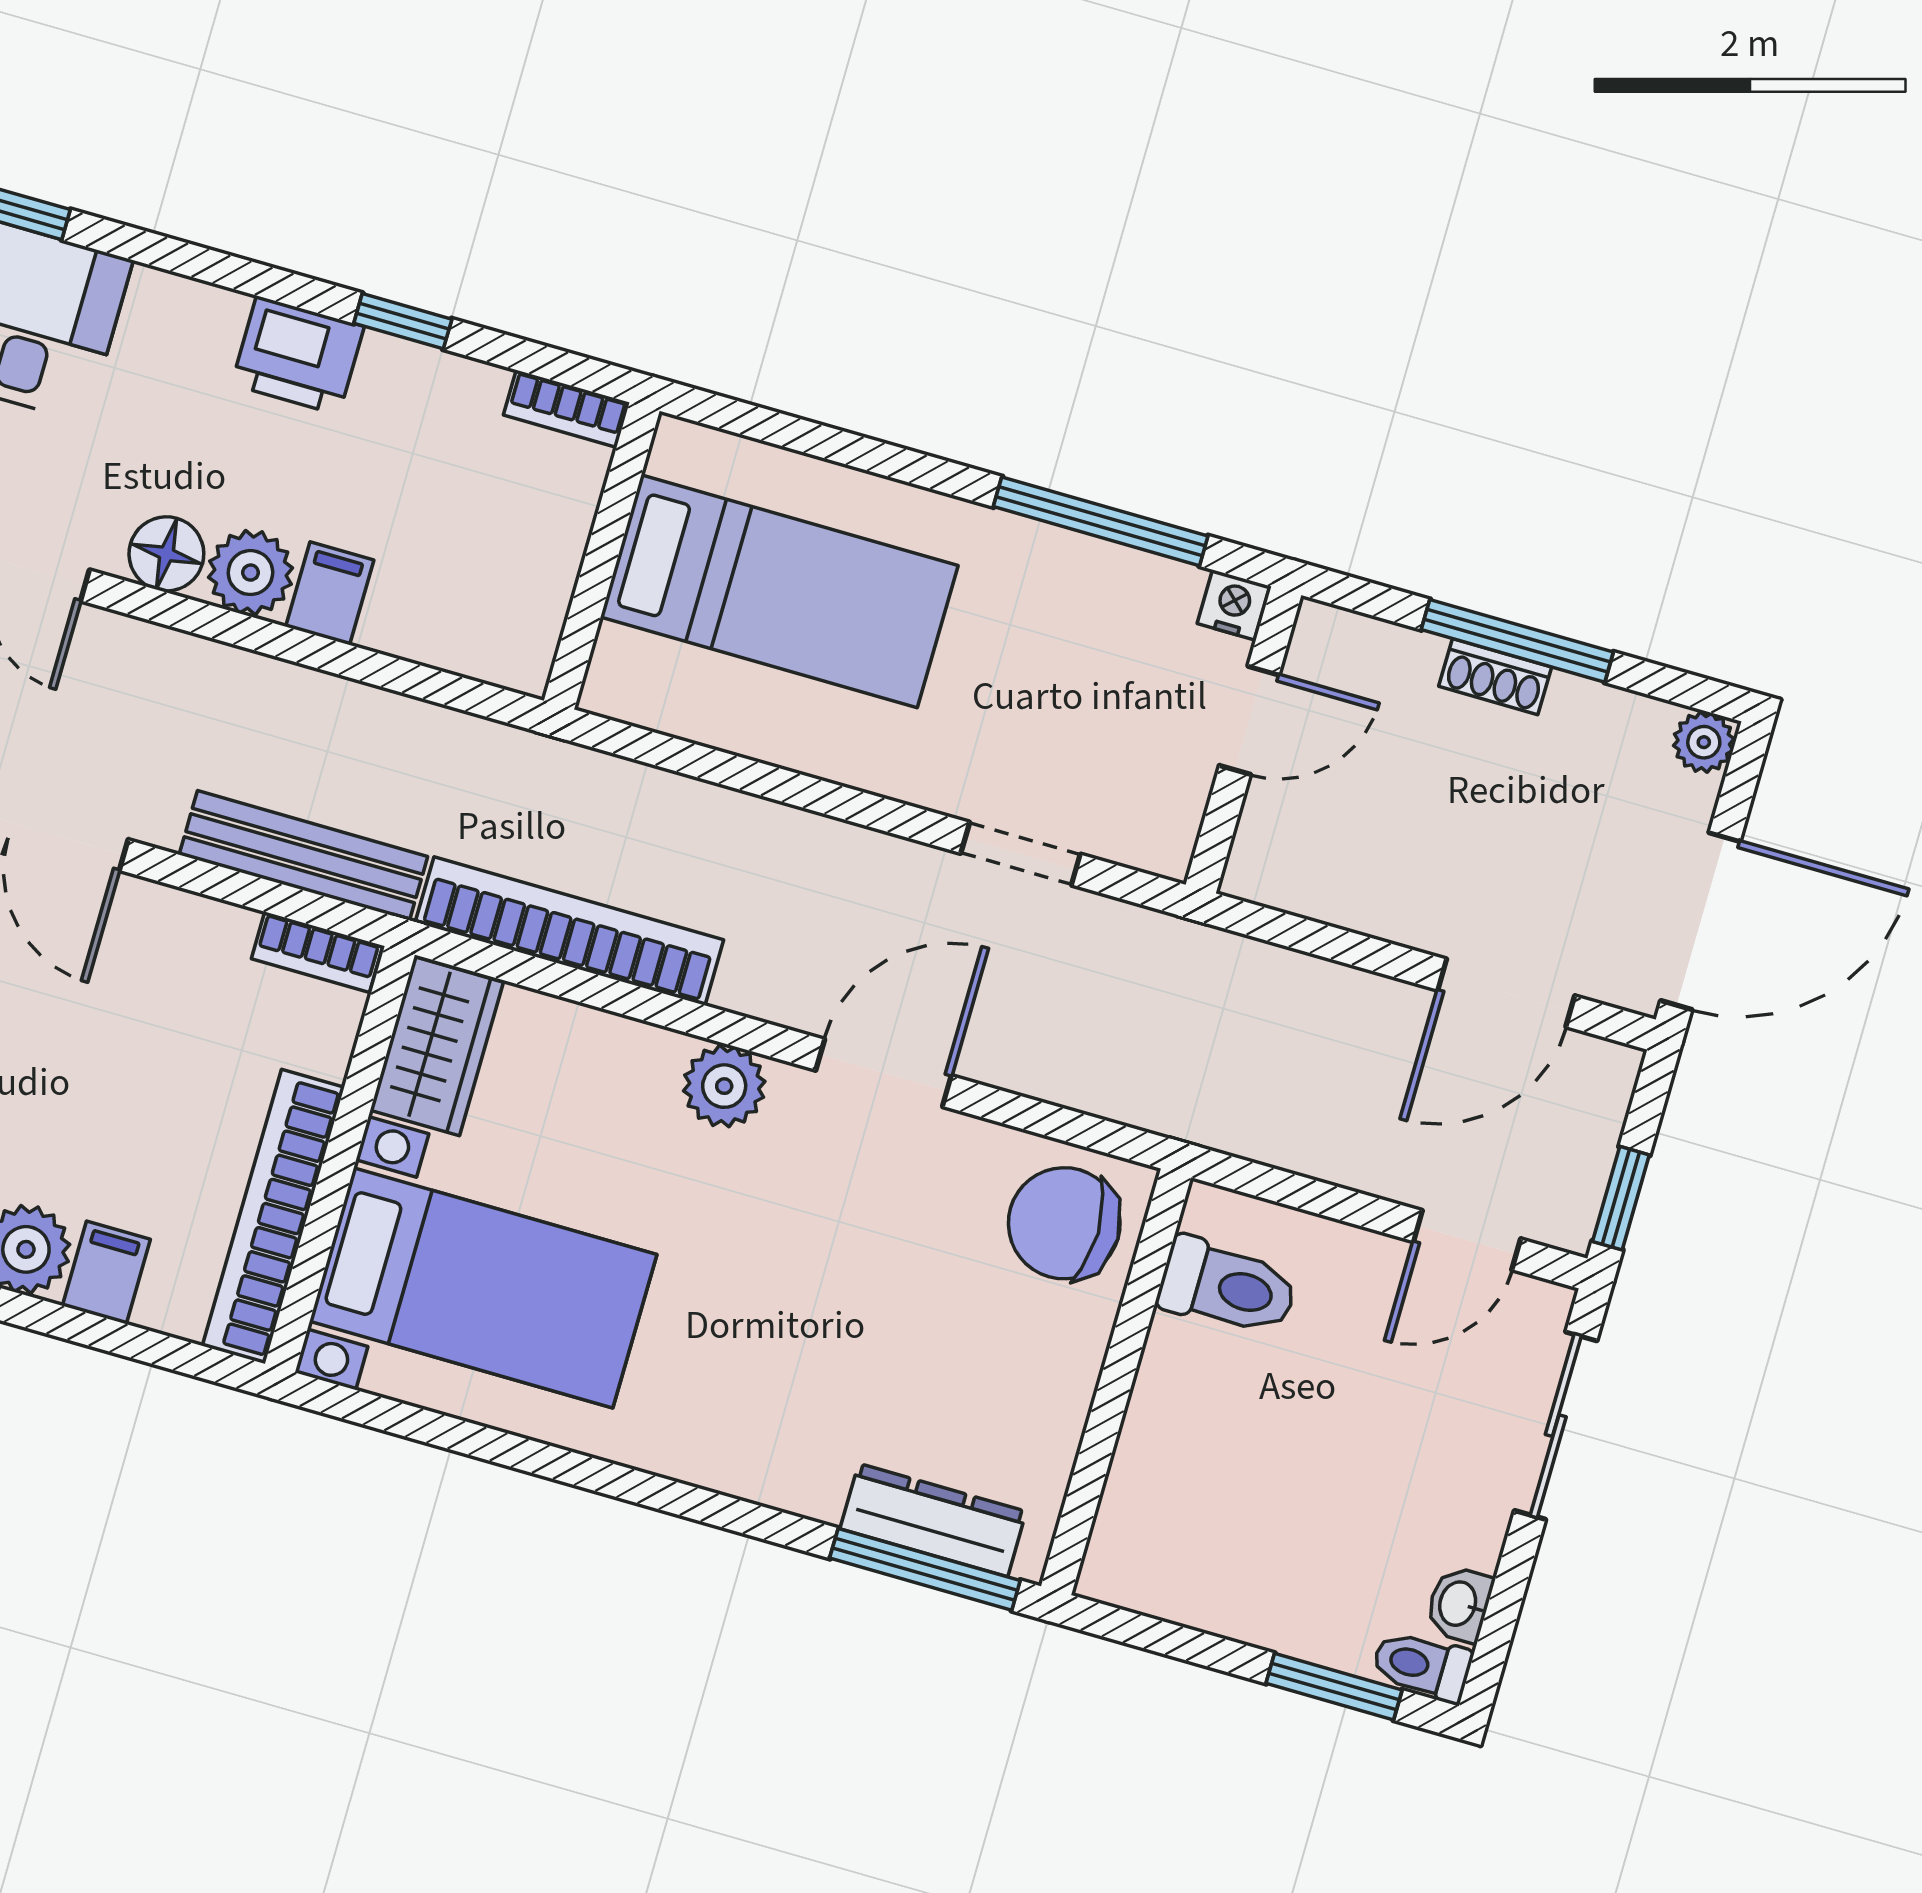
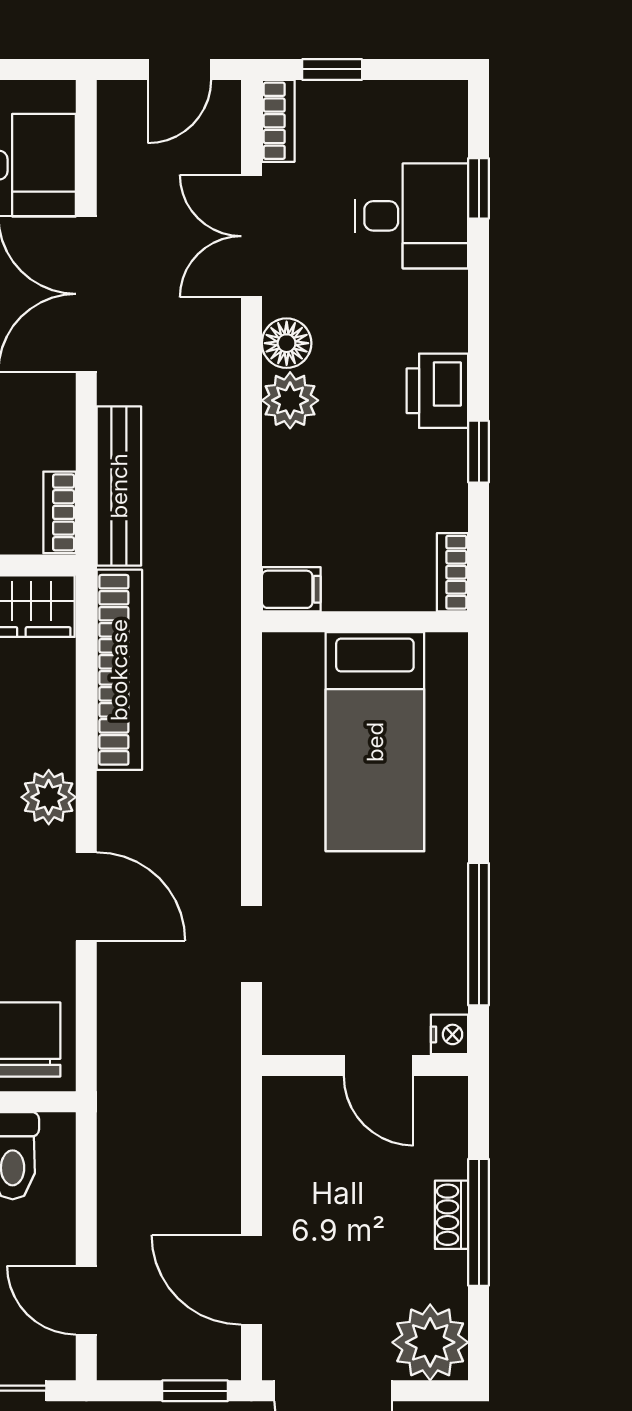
filing cabinet: (330, 593) -> (291, 589), moved
plant: (1704, 742) -> (430, 1342), width x1.88, depth x1.88
window: (1621, 1198) -> (195, 1391), moved

